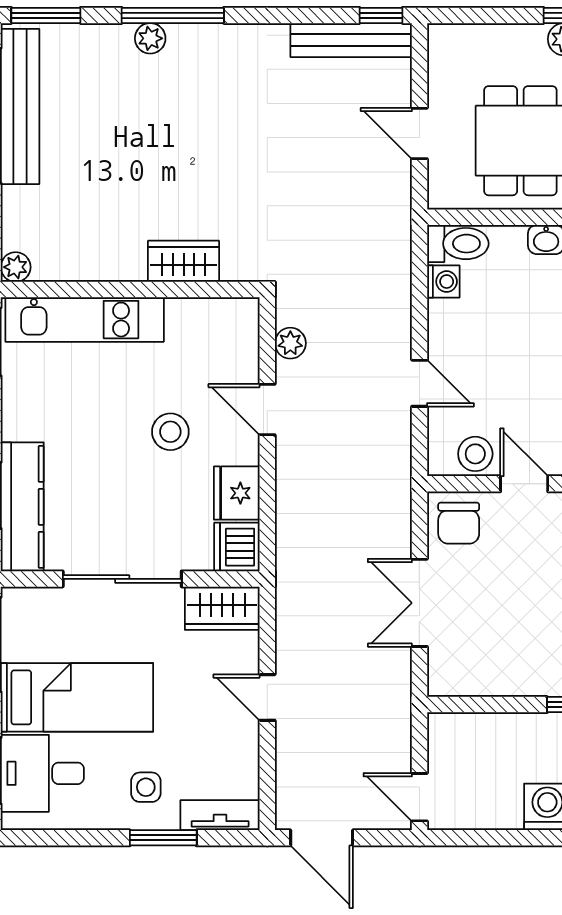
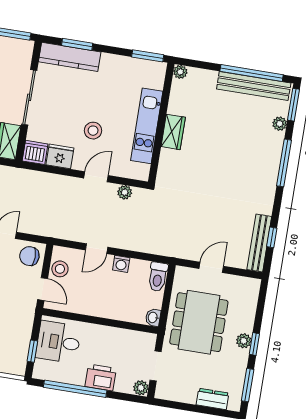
window: (381, 15) -> (272, 237), moved
plant: (150, 38) -> (280, 124), moved
wardrobe: (184, 261) -> (173, 132), moved
washing machine: (443, 282) -> (121, 264), moved
kitchen unit: (85, 320) -> (147, 126), moved
door: (524, 484) -> (43, 289), hinge flipped

